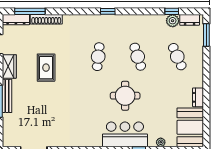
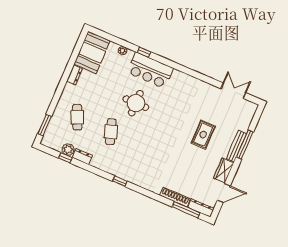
dresser: (190, 20) -> (82, 157), moved
cafe table: (98, 57) -> (144, 146), removed
rug: (46, 68) -> (203, 135), moved

